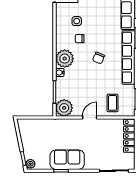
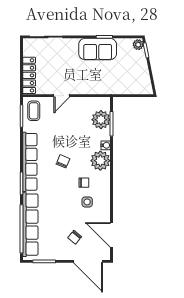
coffee table: (113, 103) -> (34, 111), moved
plant: (64, 108) -> (101, 120), moved
door: (90, 118) -> (62, 96), moved

